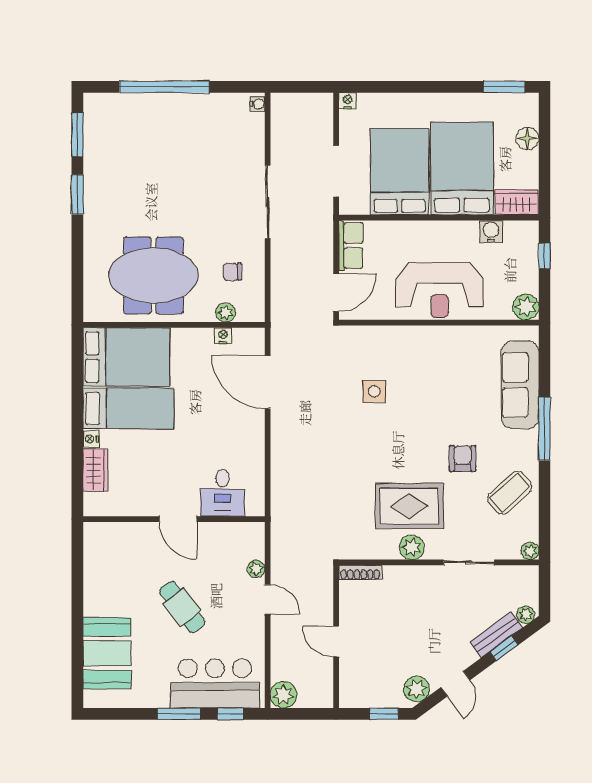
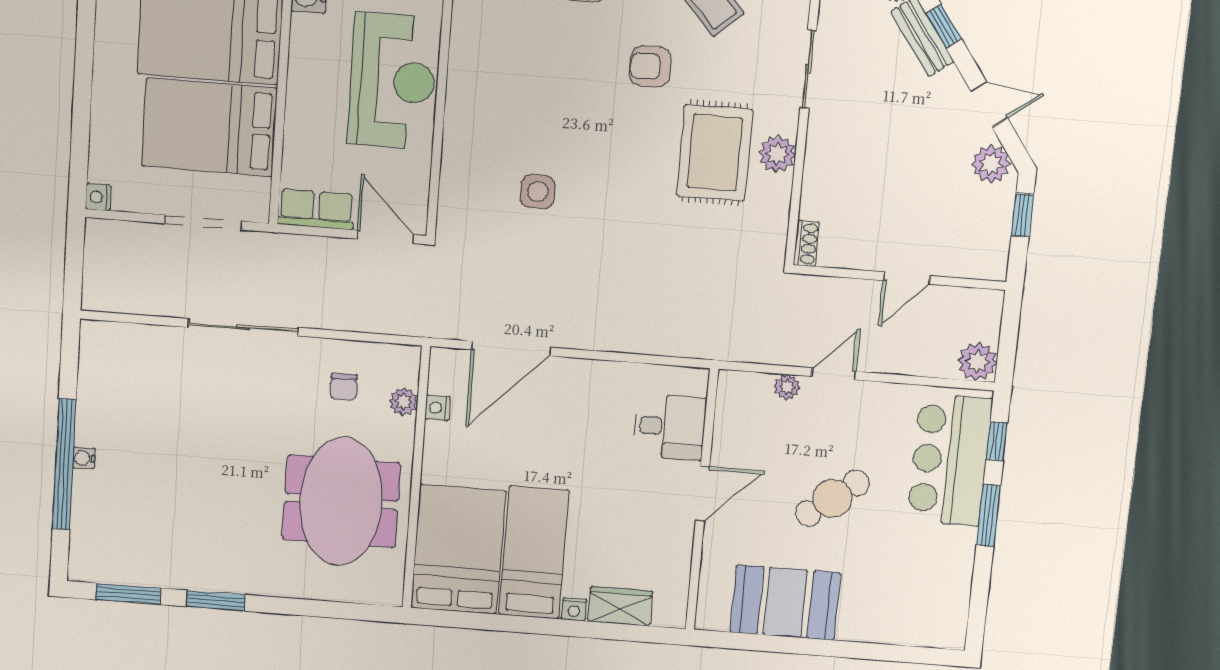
water cooler: (257, 104) -> (84, 458), moved, turned -90
shoe rack: (360, 572) -> (806, 244), width x0.70
booth: (107, 653) -> (785, 603), moved

